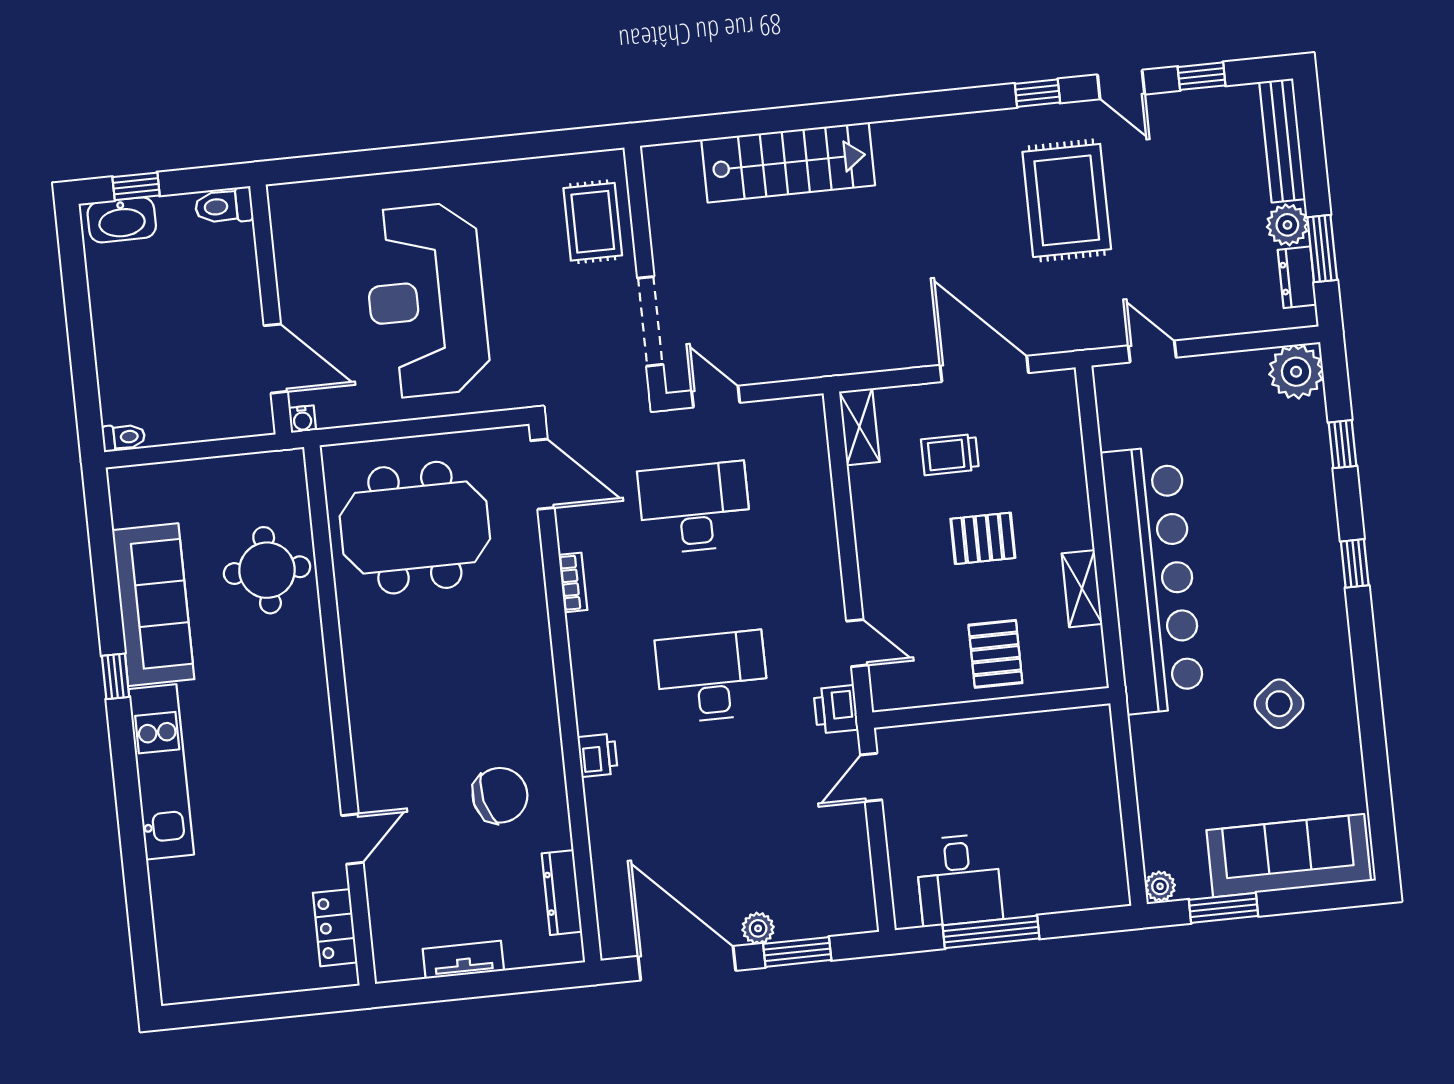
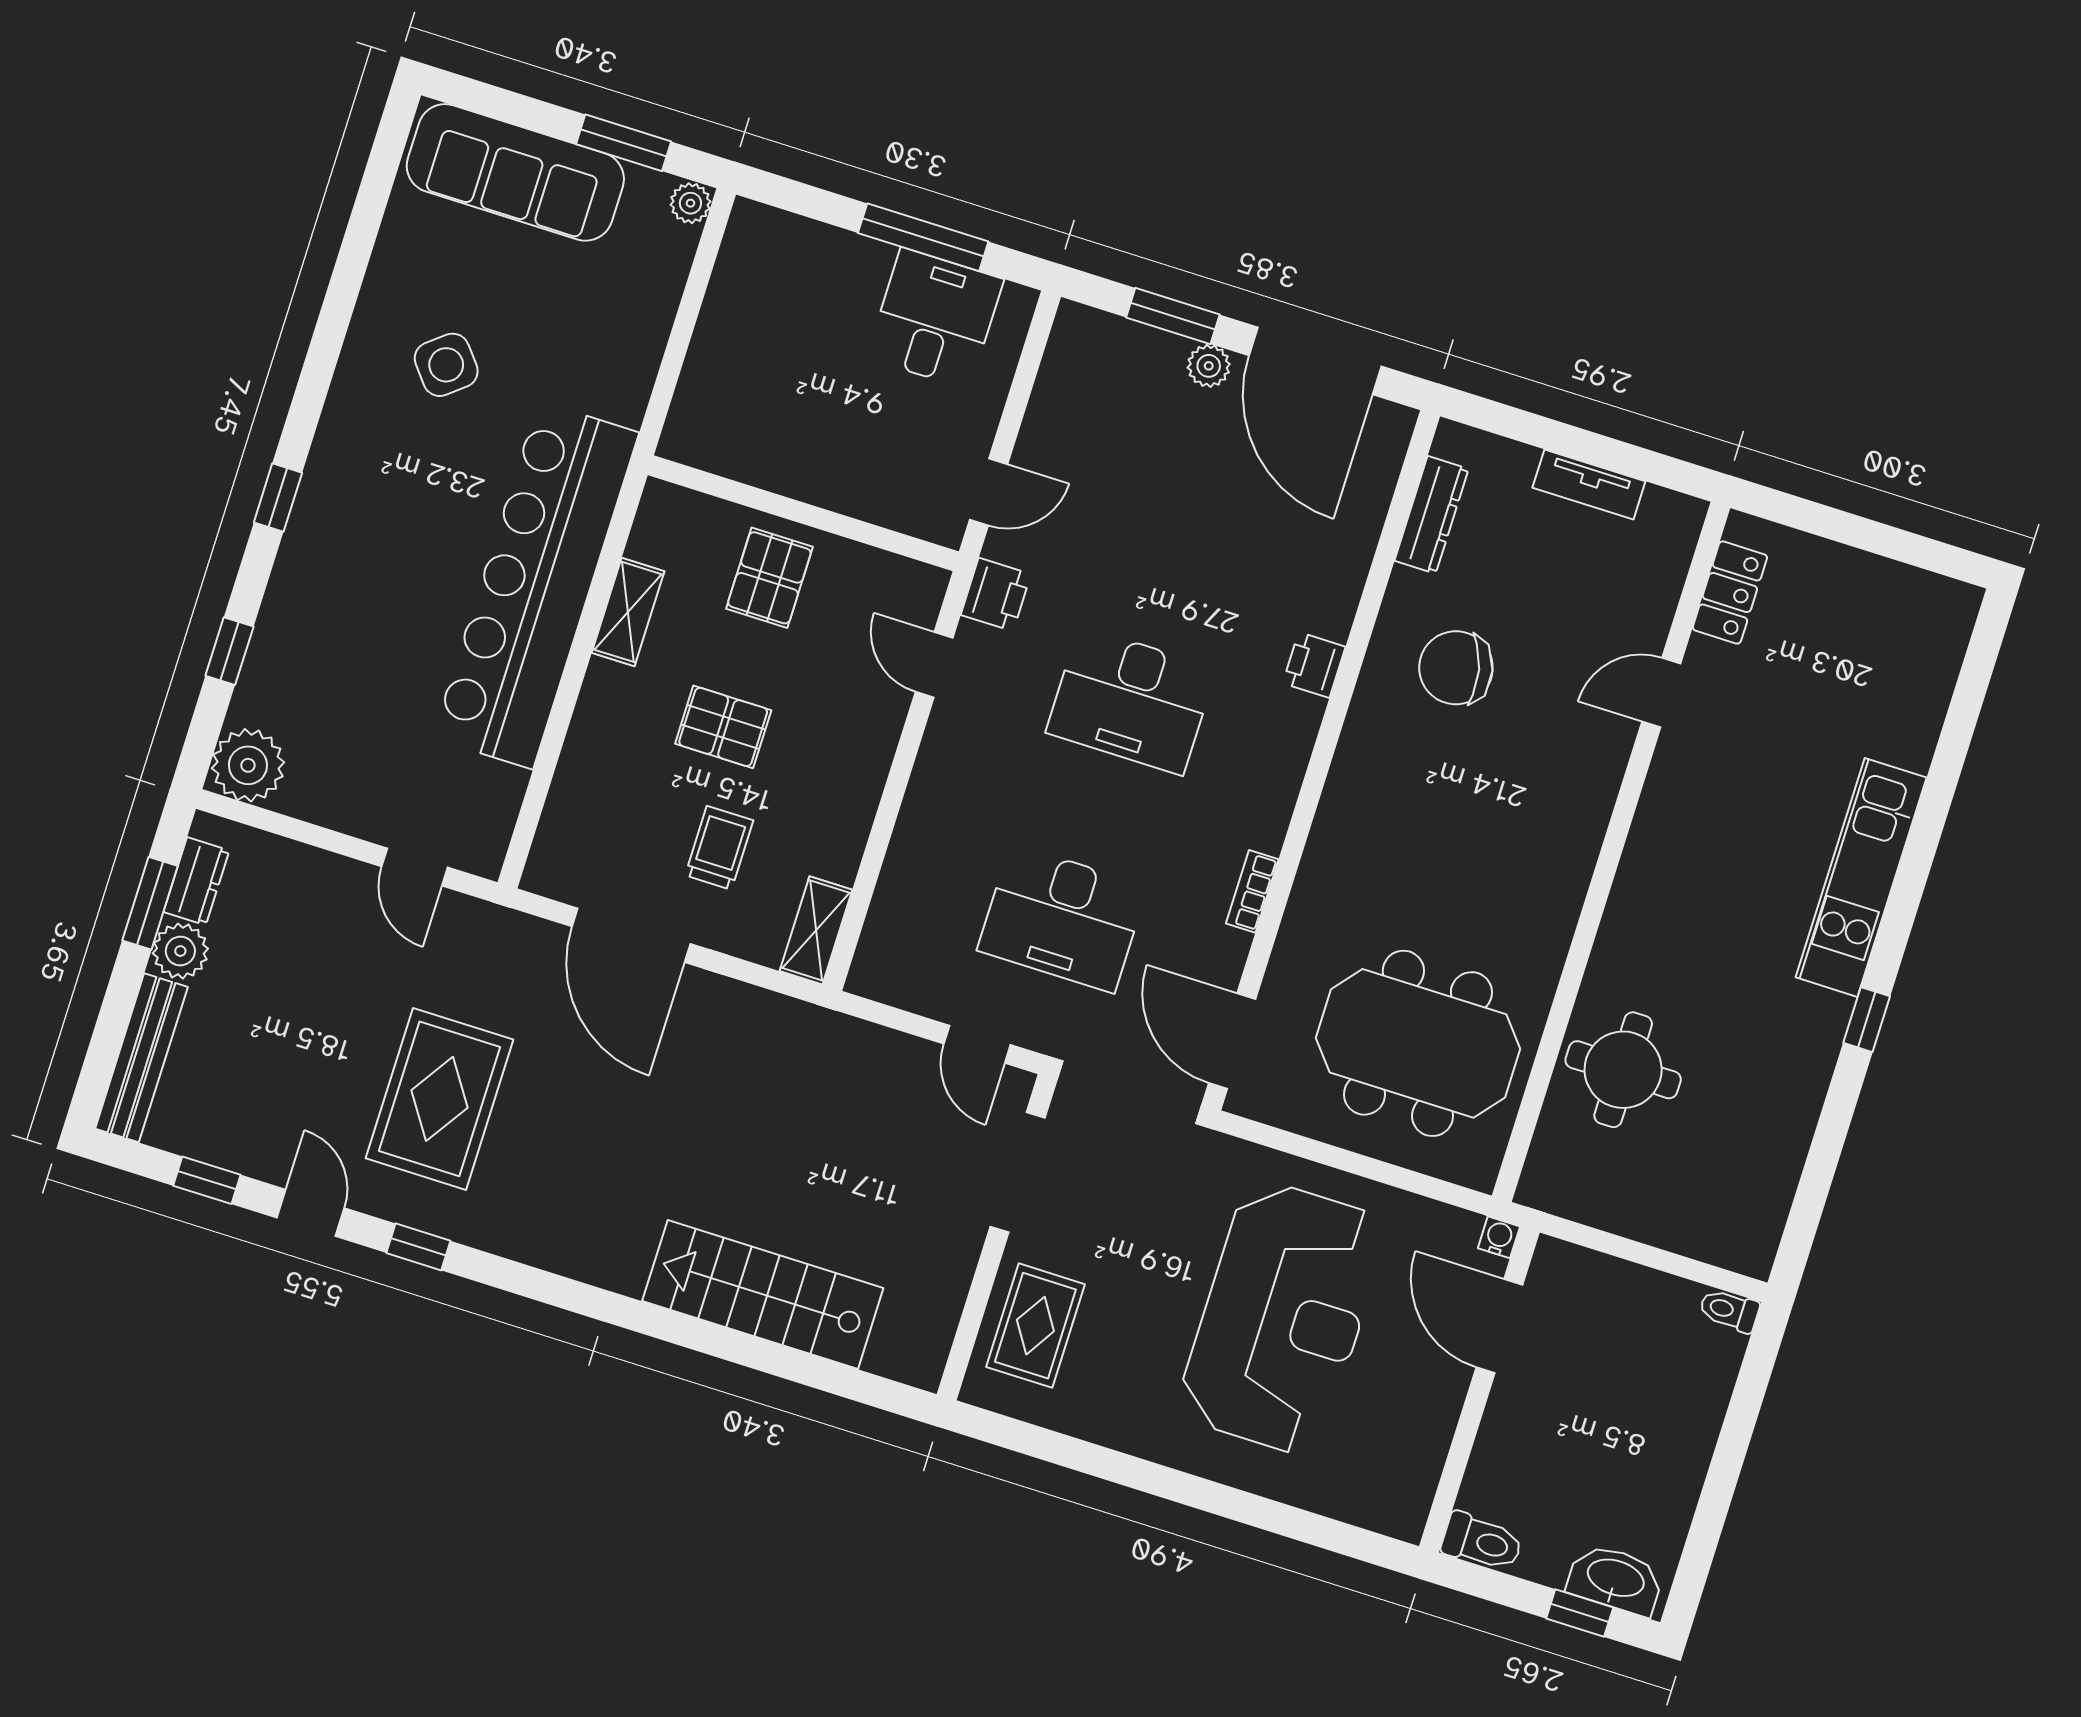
trolley: (950, 455) -> (719, 848), turned -90
sofa: (153, 605) -> (1782, 1088), removed

